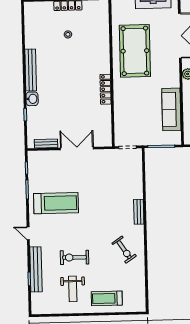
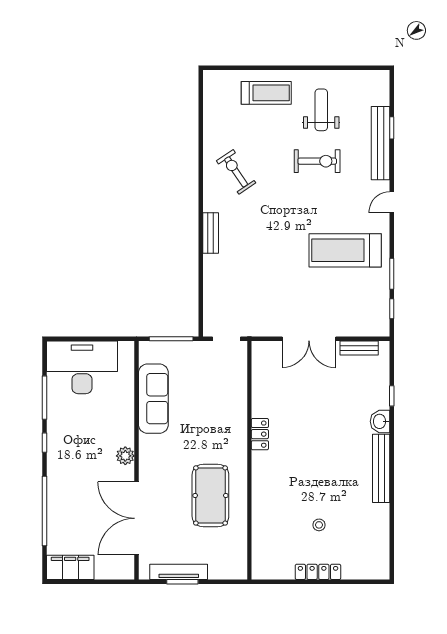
pool table: (135, 51) -> (210, 495), width x0.73, depth x0.76
locker: (106, 89) -> (260, 434), width x0.66
door: (28, 233) -> (392, 202), swing flipped

